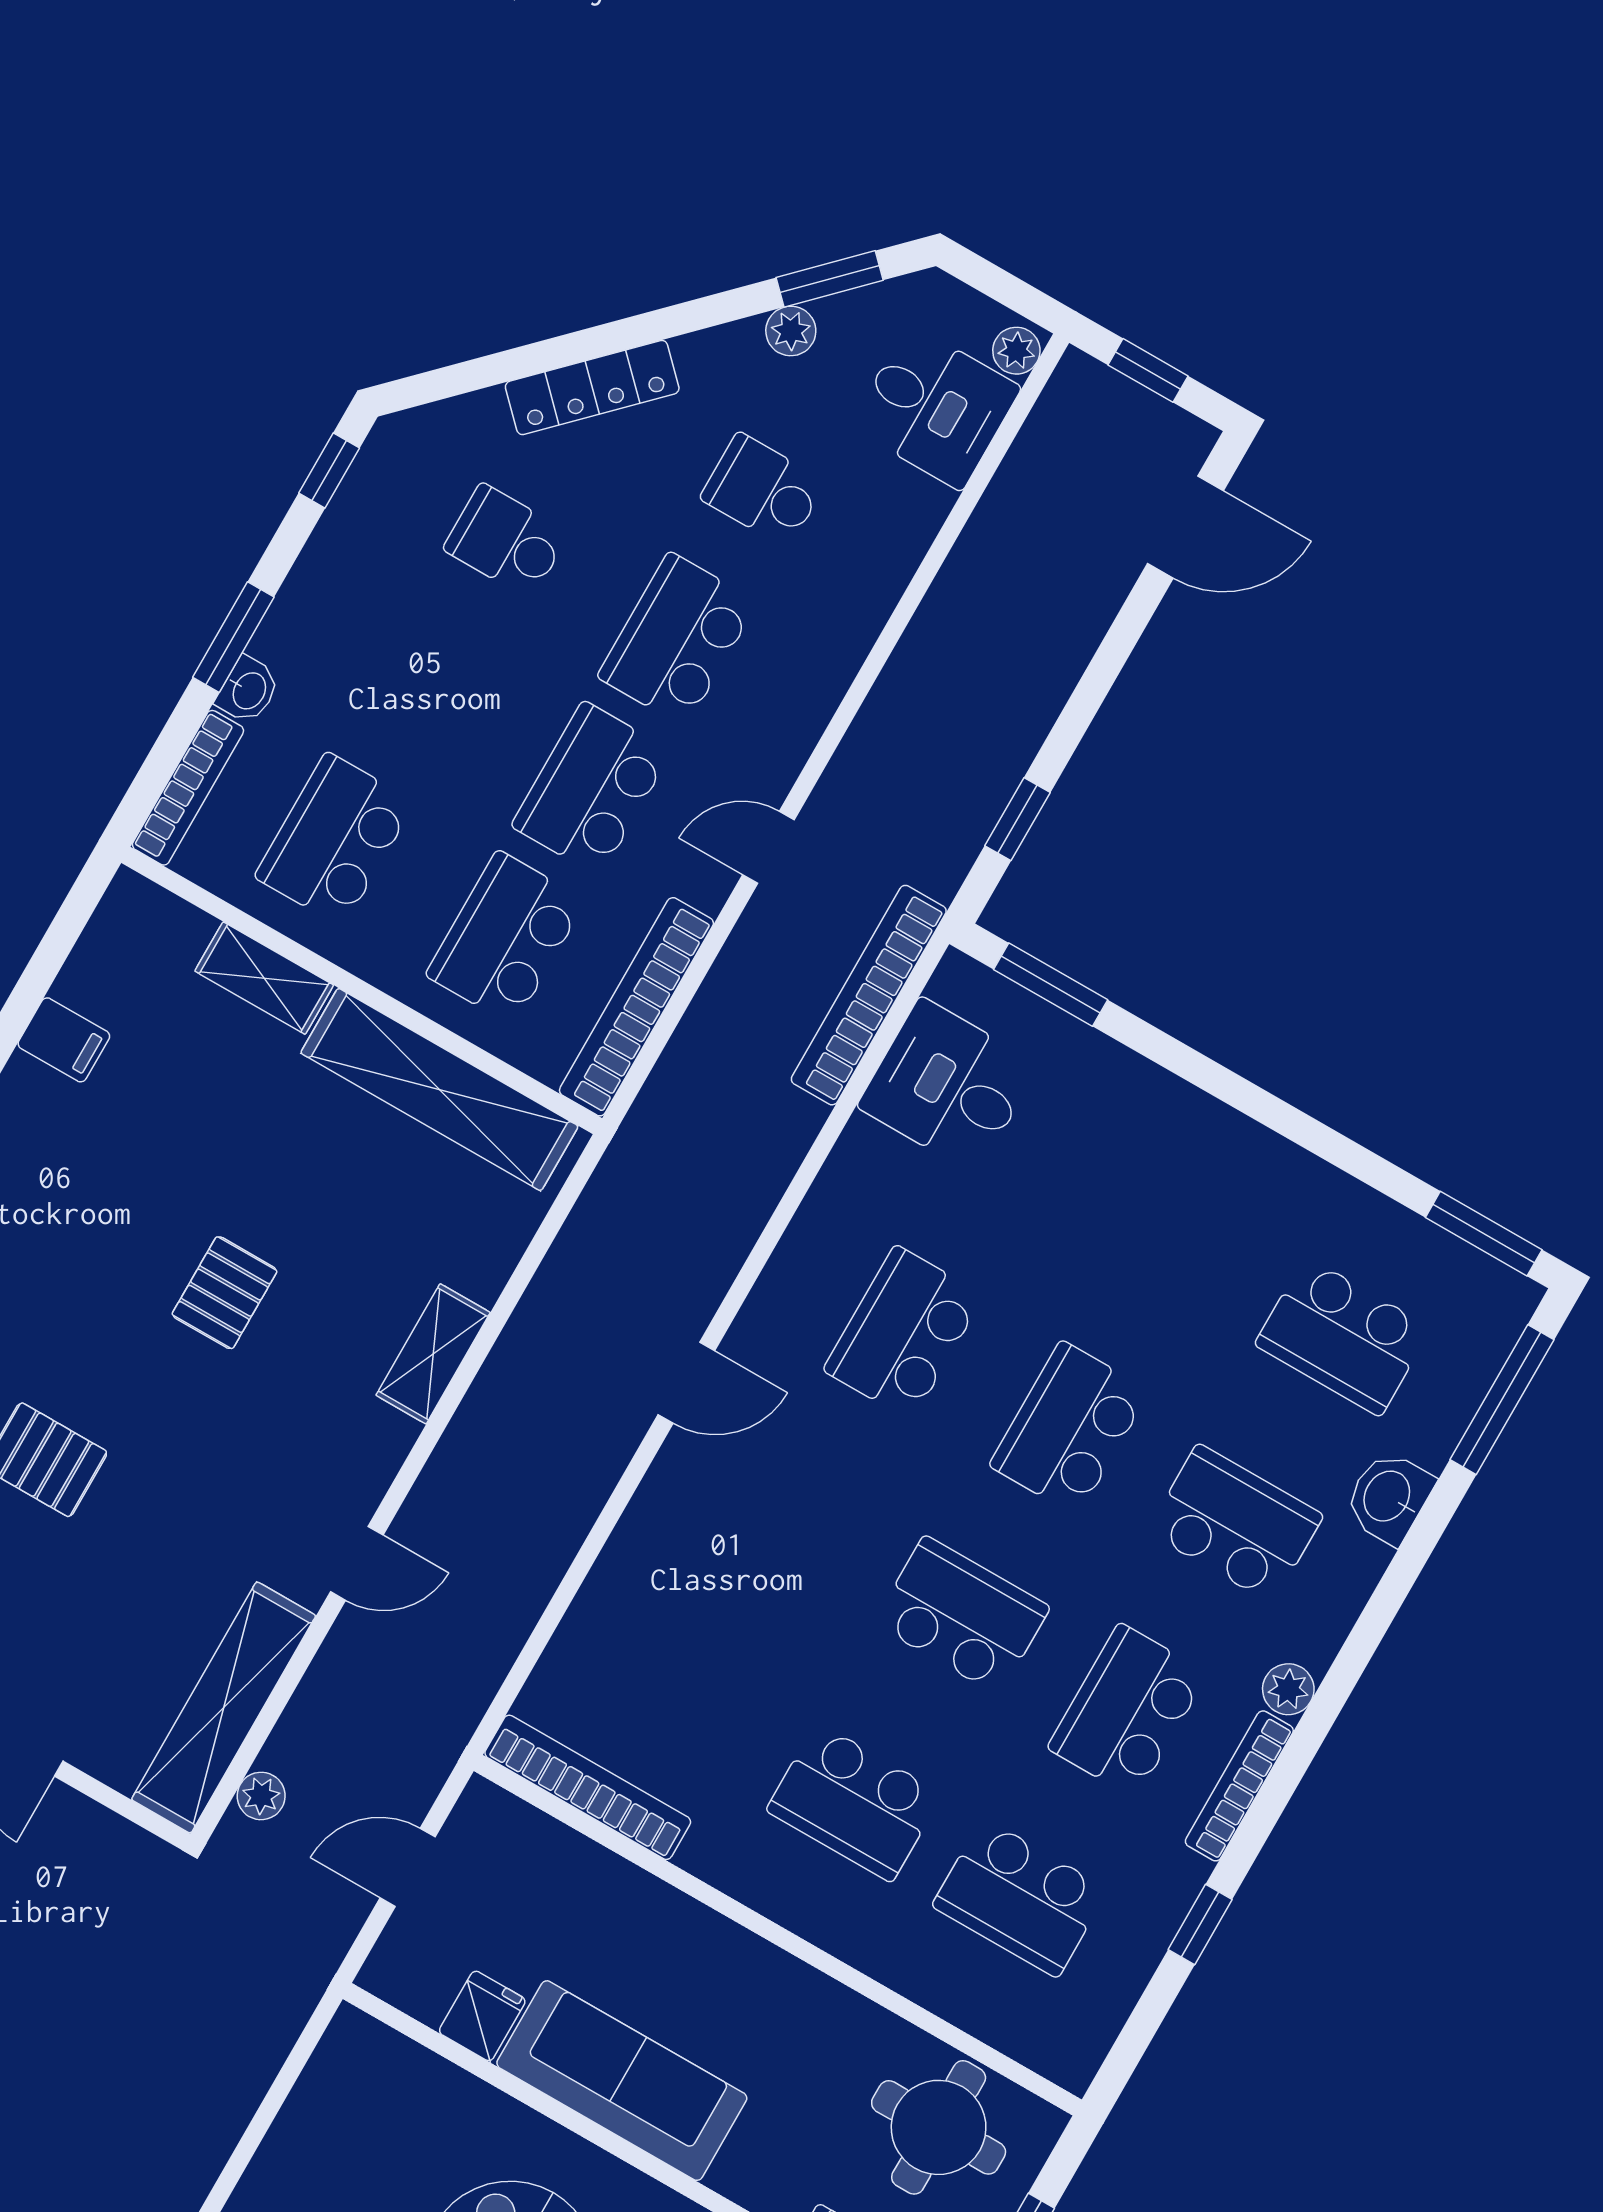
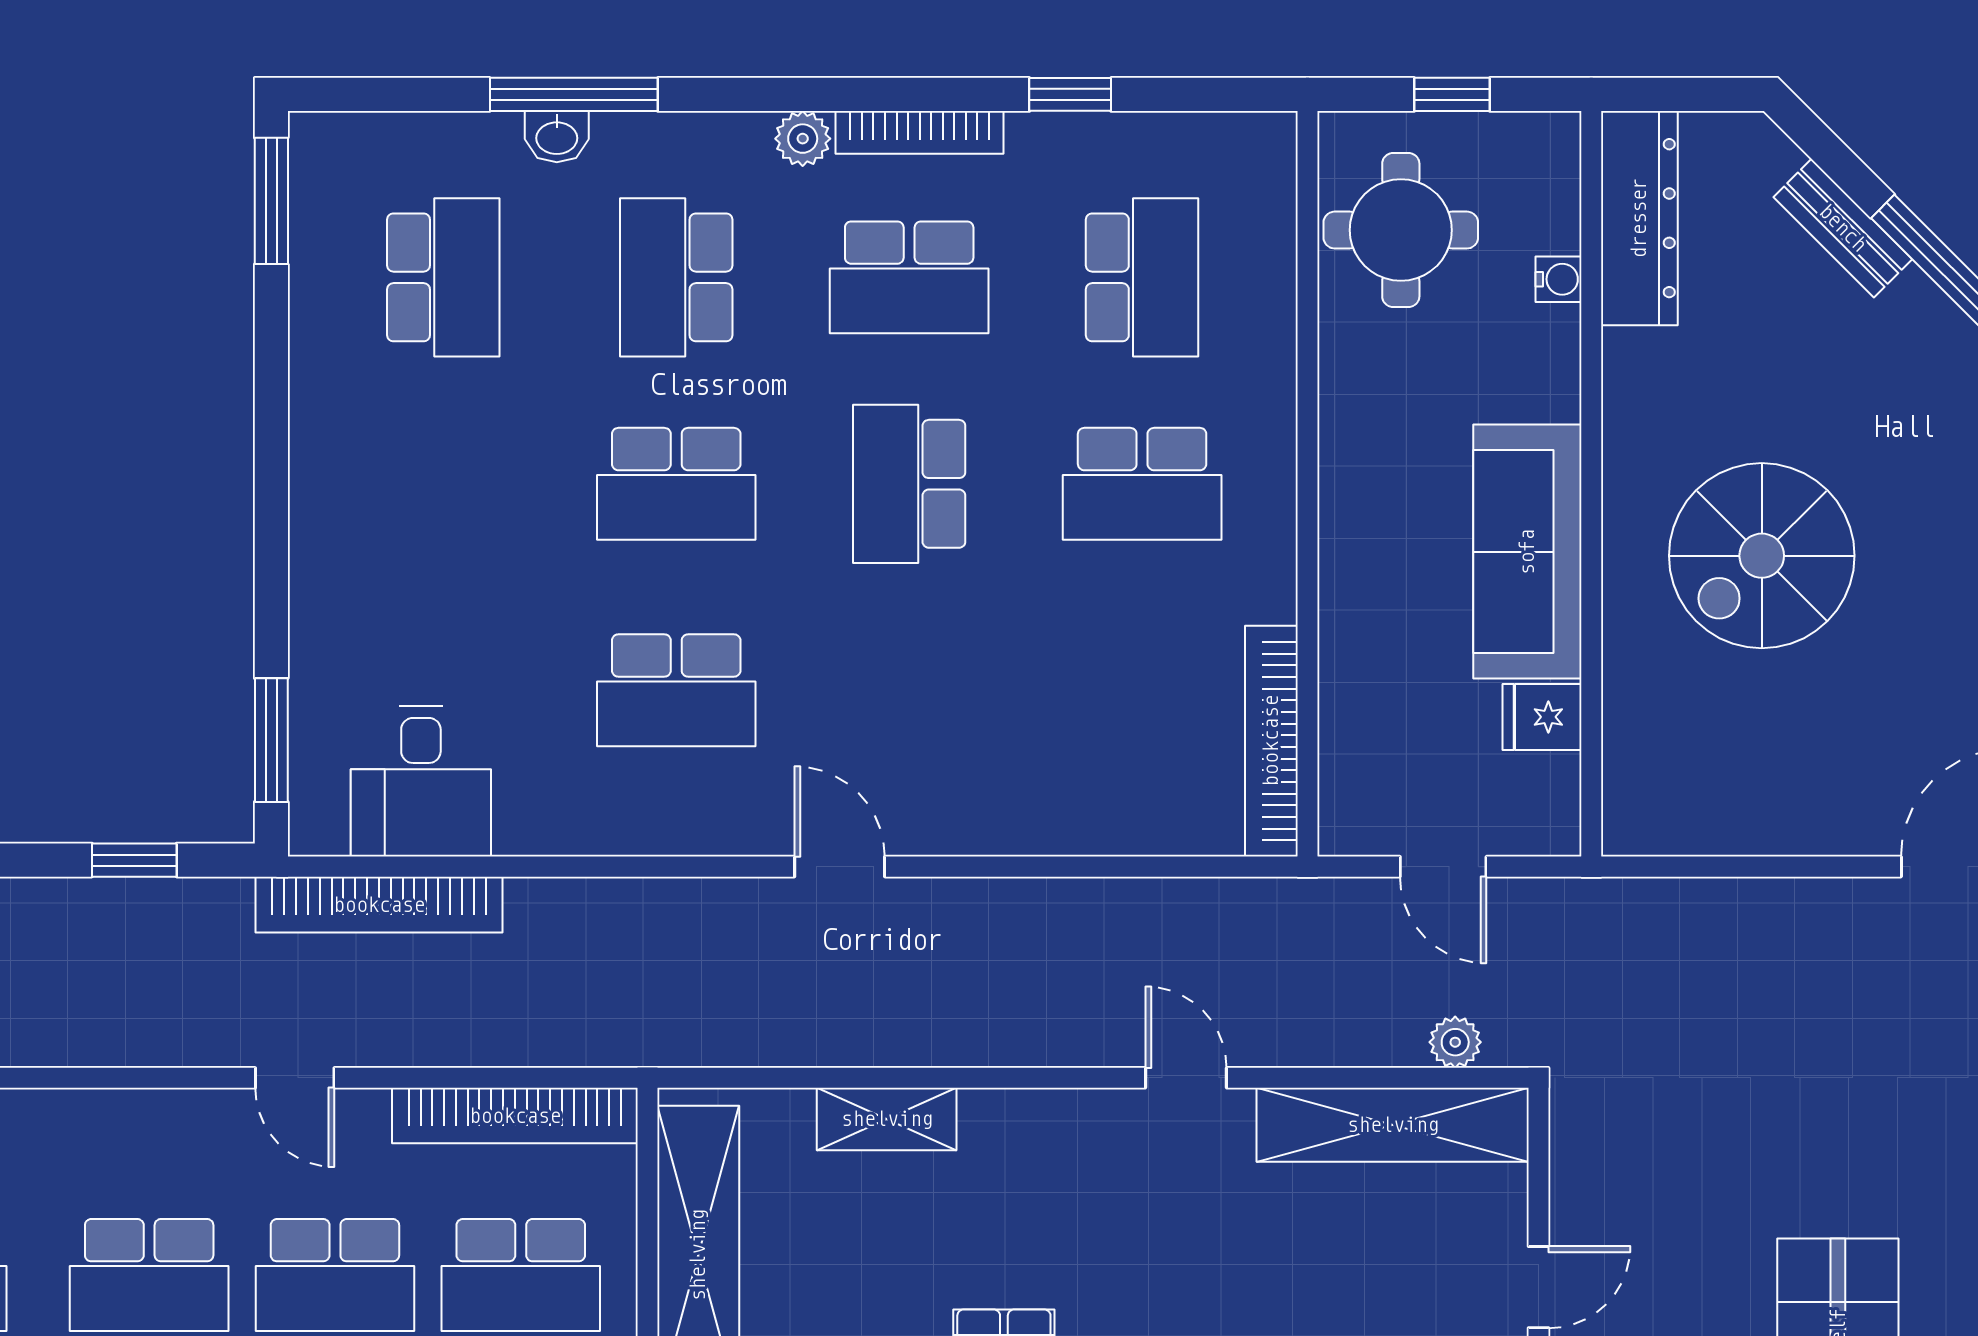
shelving: (433, 1354) -> (887, 1119), moved
window: (1502, 1400) -> (574, 94), moved
washbasin: (1389, 1497) -> (557, 137), width x0.72, depth x0.69
school desk: (854, 1802) -> (1142, 484), turned 90

